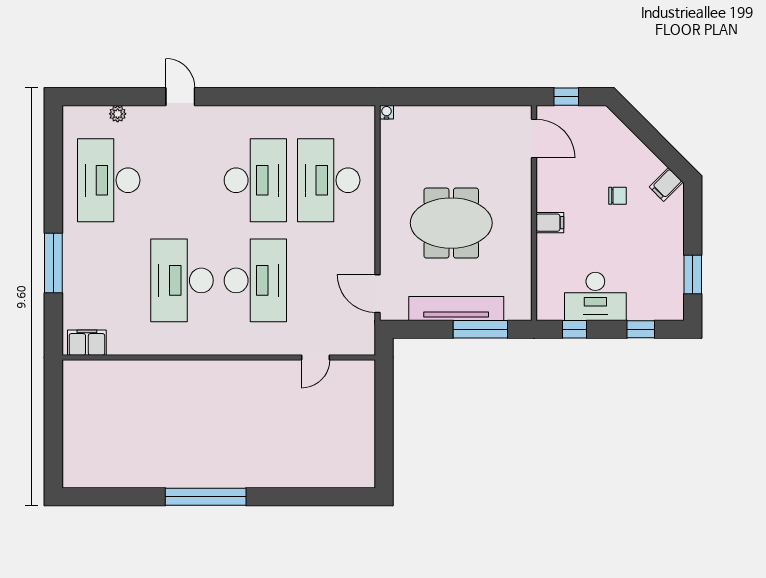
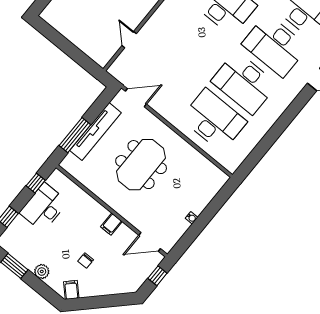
water cooler: (387, 112) -> (192, 218), moved
filing cabinet: (550, 223) -> (111, 224), moved
plant: (673, 237) -> (42, 272), added
desk: (255, 280) -> (275, 46), moved

